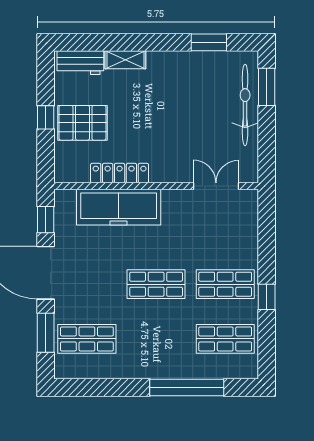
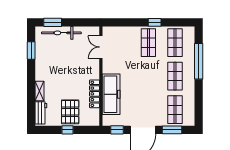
shop shelf: (156, 284) -> (175, 76), moved

